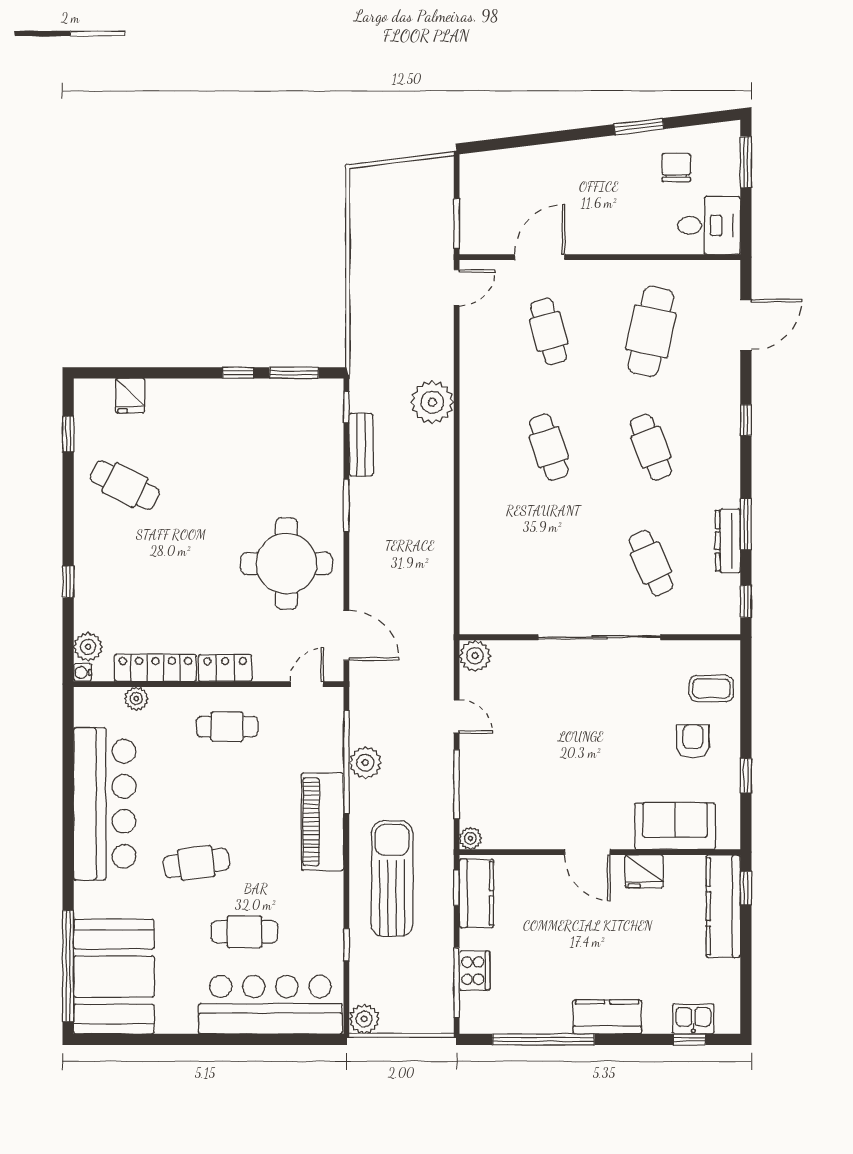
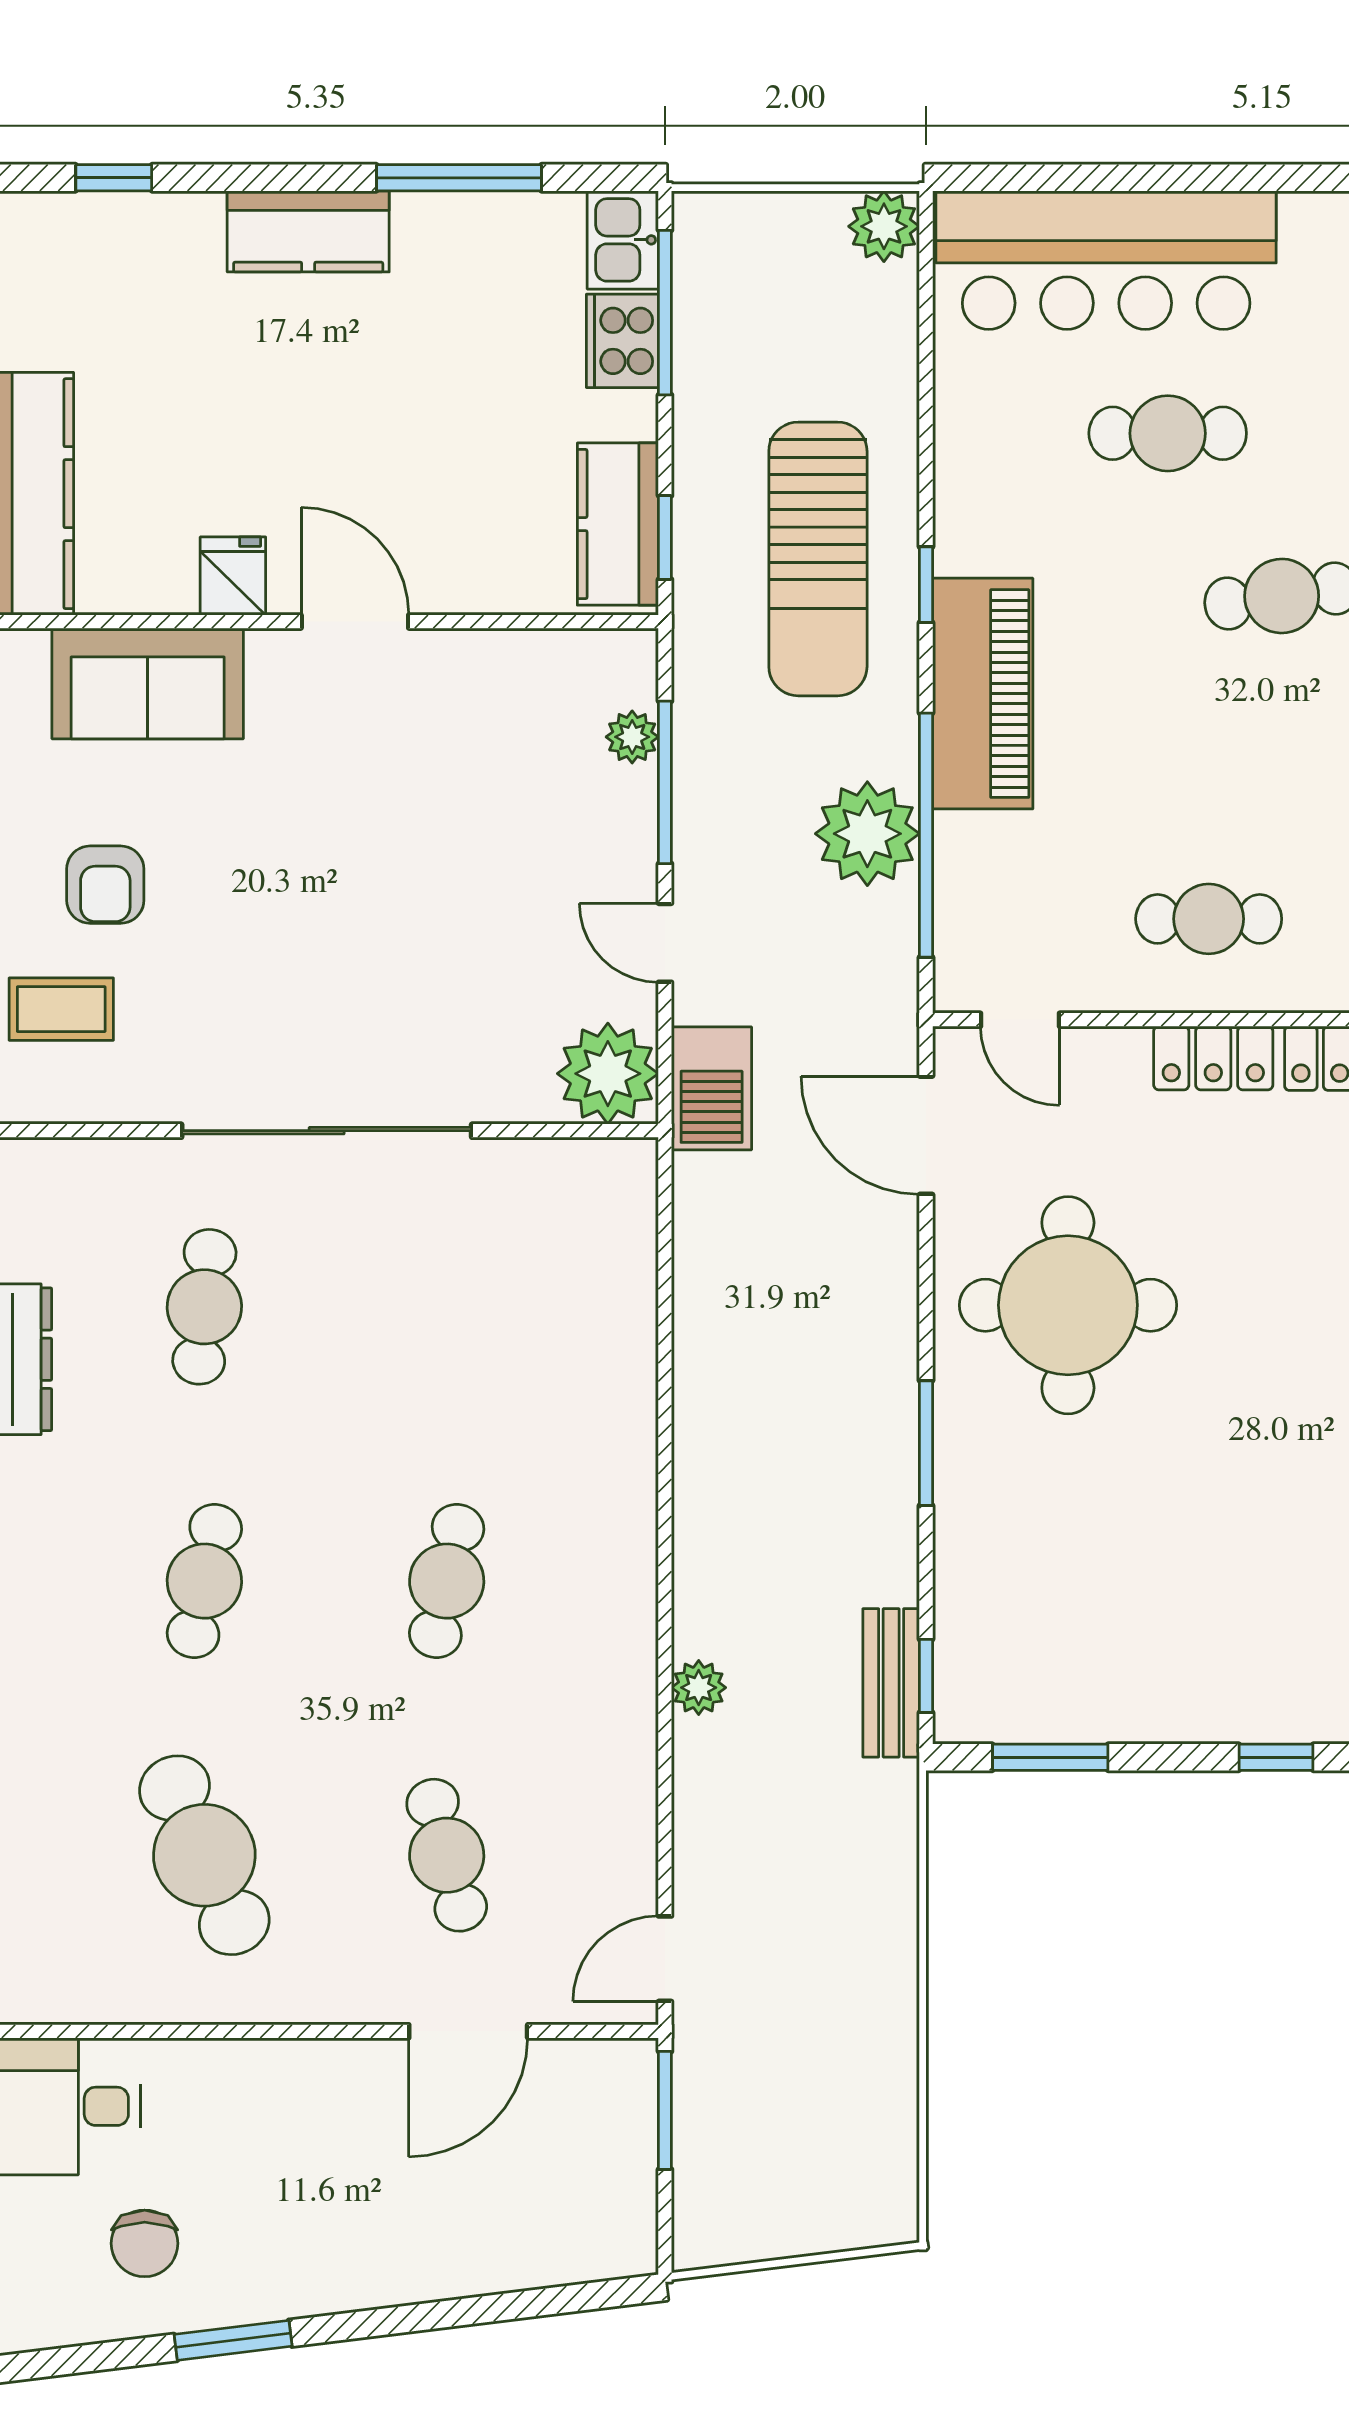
cafe table: (651, 331) -> (204, 1855), turned -36
window: (238, 373) -> (1276, 1757), moved
plant: (432, 402) -> (699, 1688), width x0.53, depth x0.53
bench: (361, 445) -> (891, 1683), moved
cafe table: (549, 447) -> (447, 1581), turned 30
cafe table: (651, 447) -> (204, 1581), turned 33
cafe table: (651, 563) -> (204, 1307), turned 30
barbecue: (437, 655) -> (712, 1088), added
plant: (475, 656) -> (608, 1074), width x1.36, depth x1.36
door: (307, 684) -> (1020, 1020), hinge flipped
plant: (365, 763) -> (867, 834), width x1.36, depth x1.36
plant: (470, 838) -> (632, 737), moved
fridge: (644, 871) -> (233, 576), width x0.72
window: (346, 945) -> (926, 585), moved
kitchen sink: (693, 1019) -> (623, 240), moved, turned 90
window: (544, 1039) -> (459, 178), width x0.68

